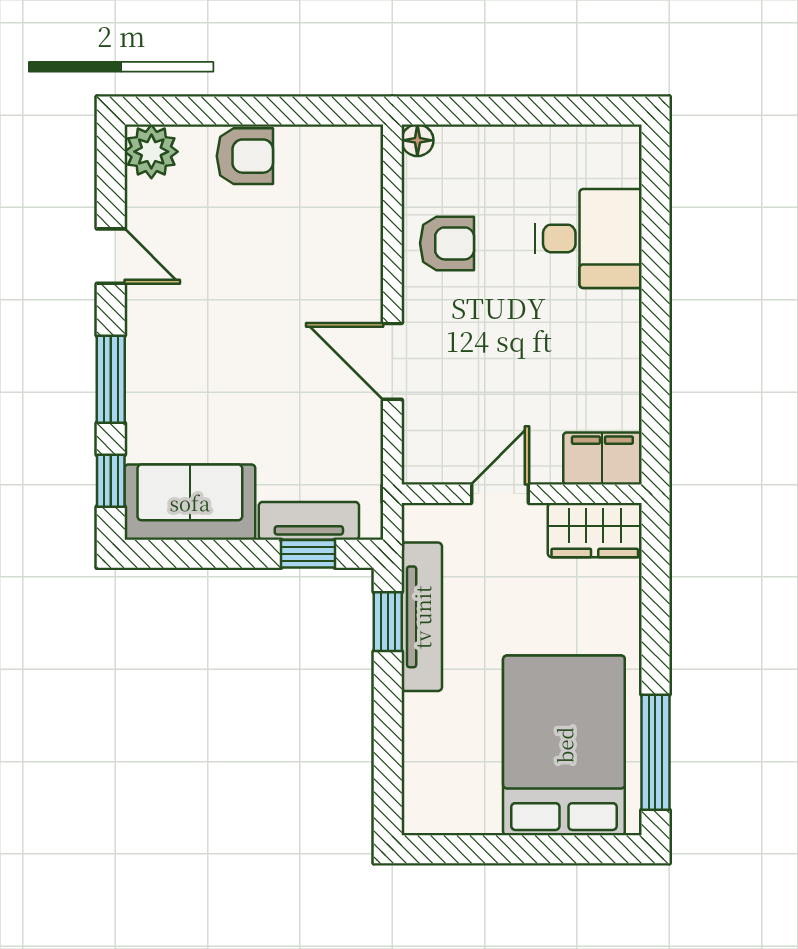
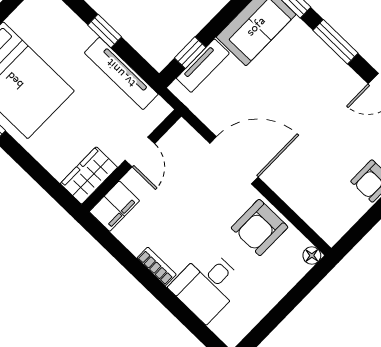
armchair: (447, 243) -> (260, 227), width x1.38, depth x1.38
bookcase: (627, 328) -> (157, 266), added
door: (392, 361) -> (234, 160), width x1.36
window: (388, 622) -> (105, 31), moved

